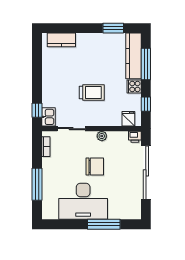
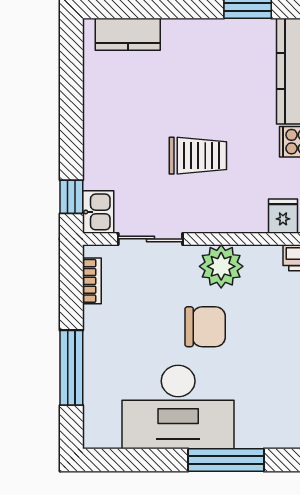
plant: (102, 136) -> (221, 266), width x1.87, depth x1.87

